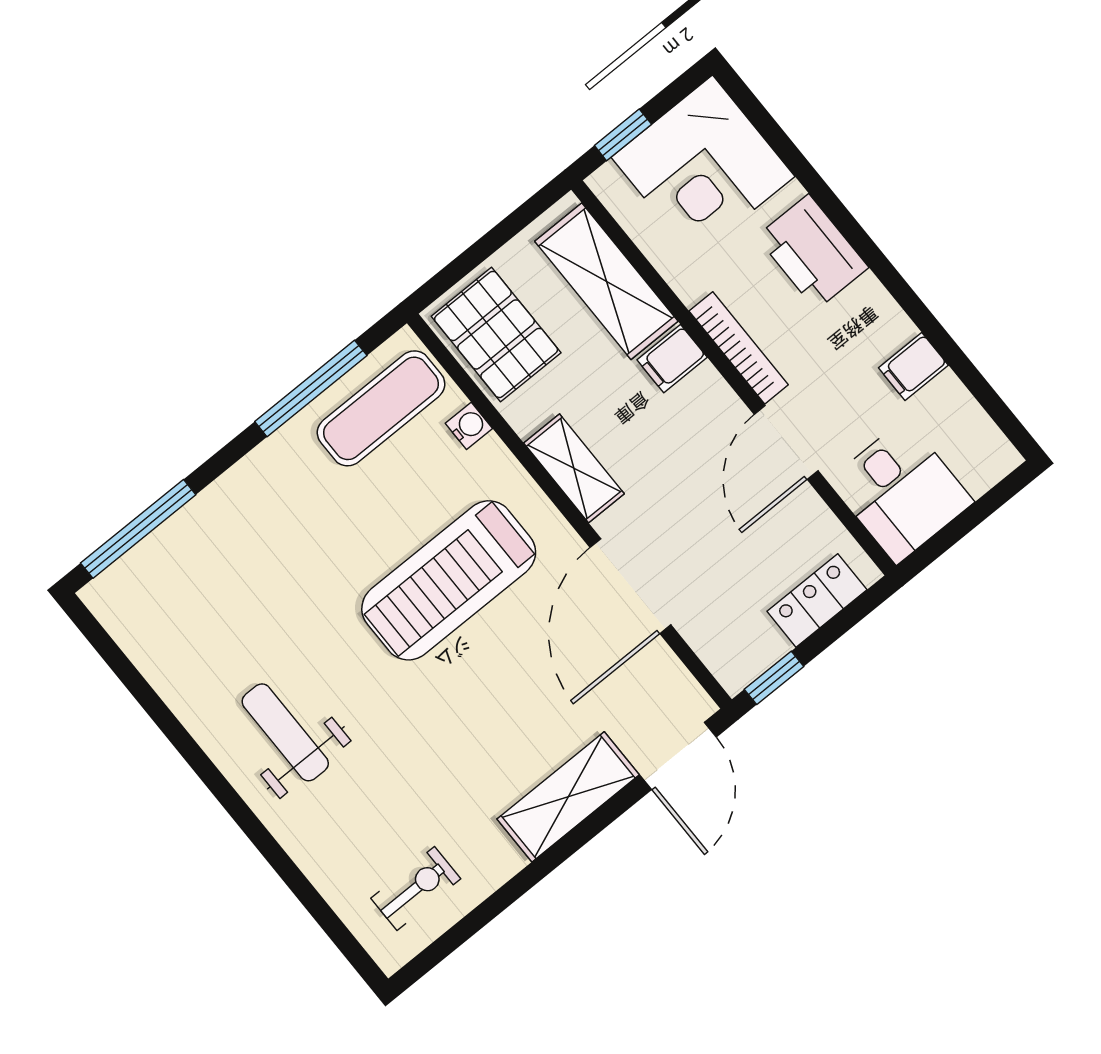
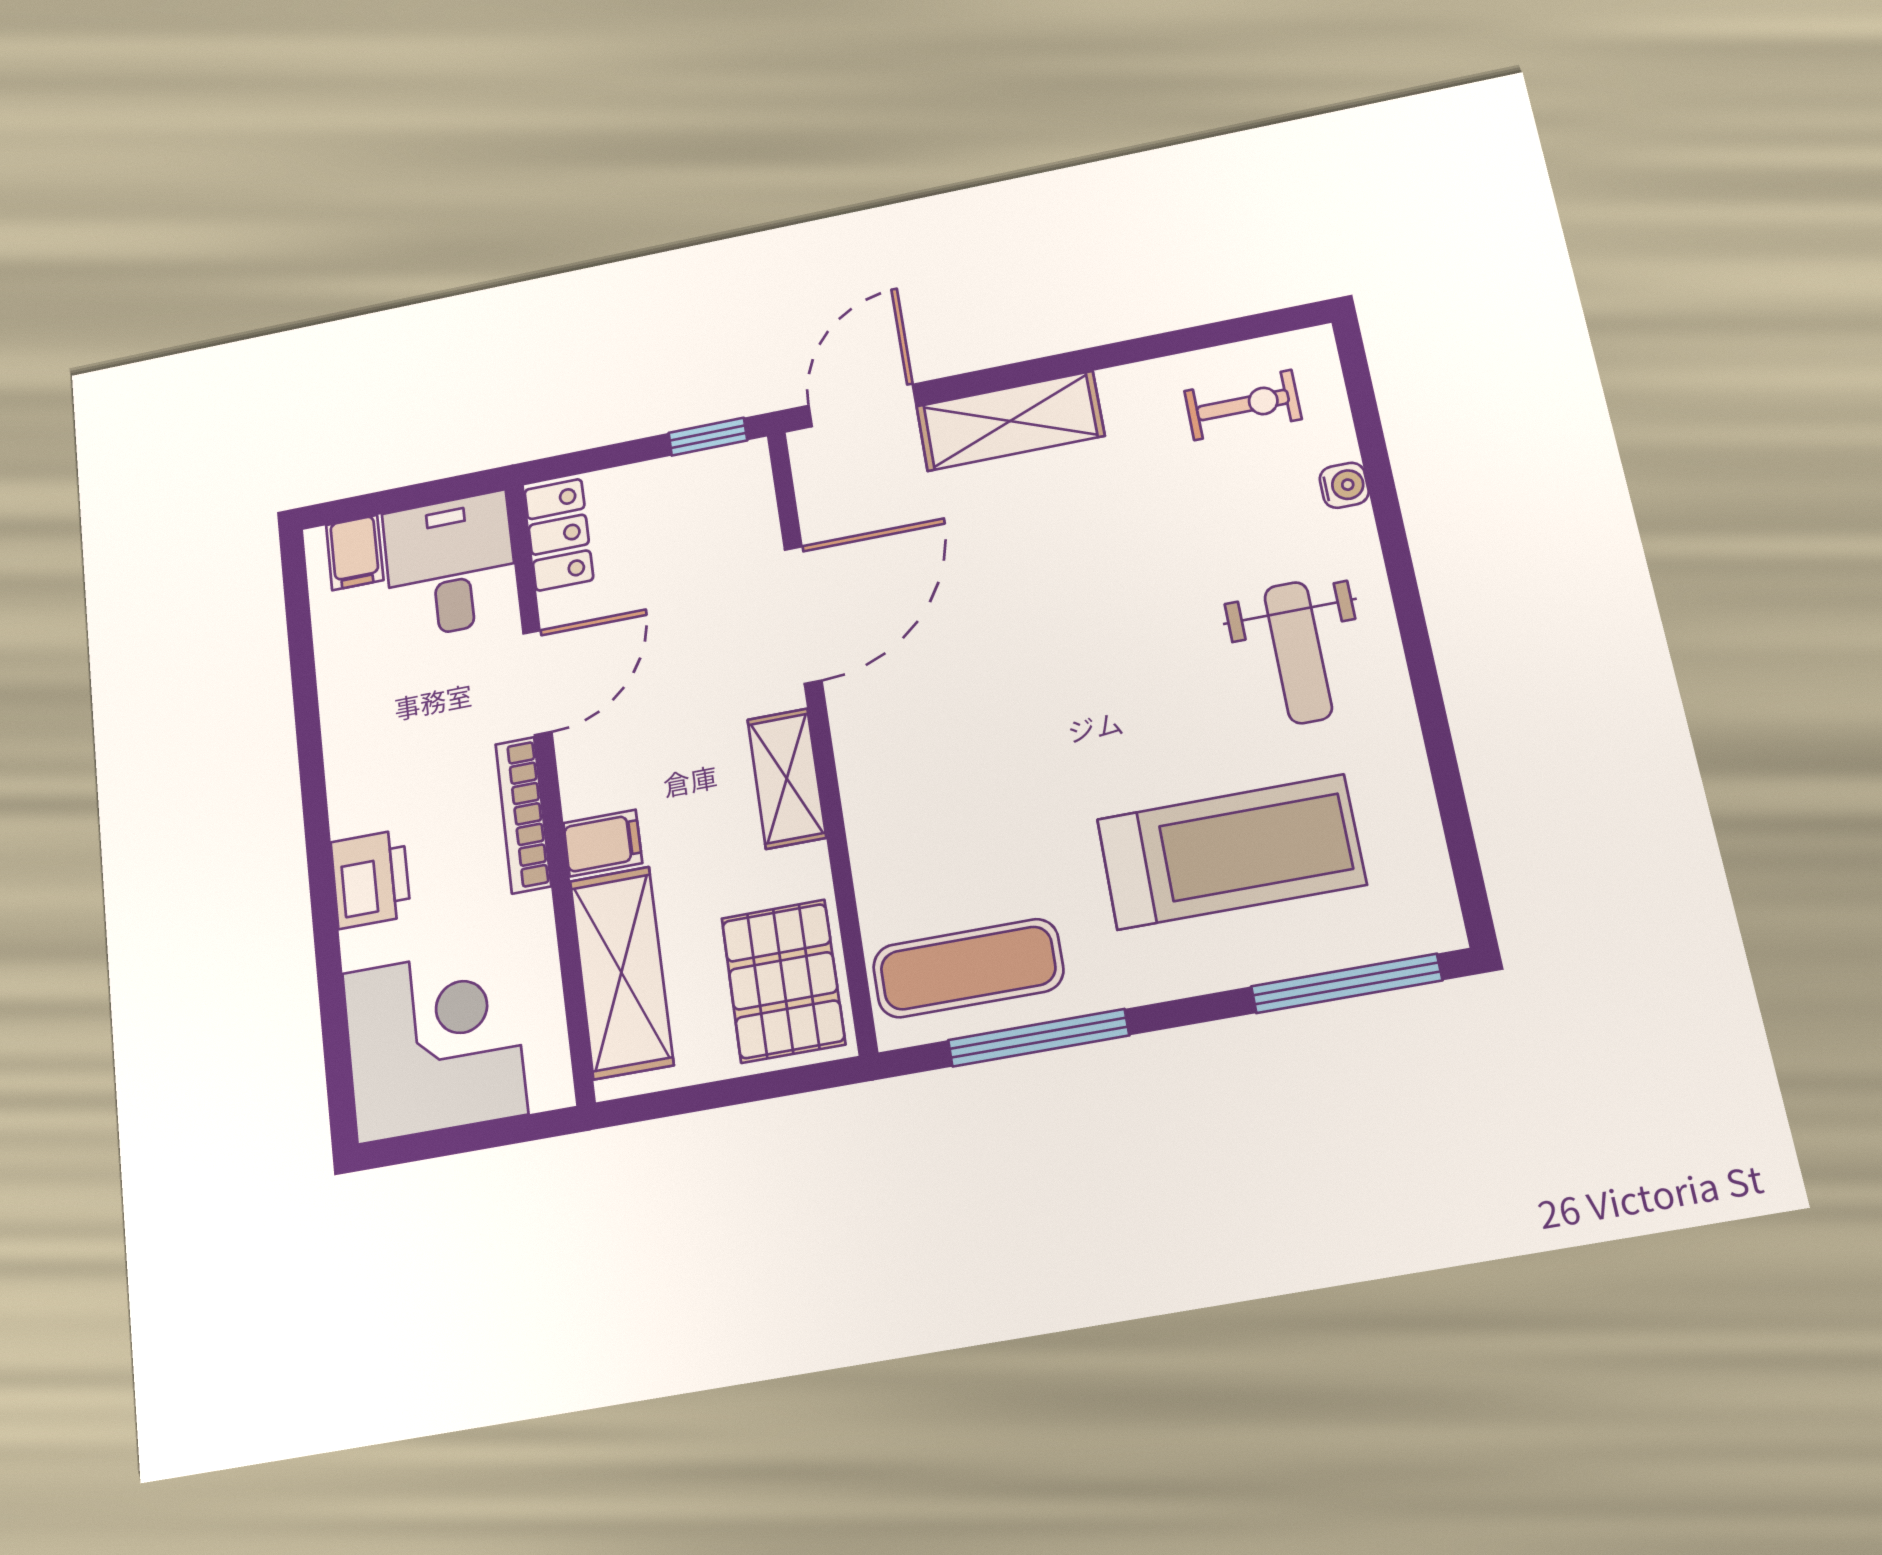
window: (623, 135) -> (499, 1133), removed
printer: (812, 252) -> (371, 879), width x0.73, depth x0.84
filing cabinet: (913, 367) -> (355, 553), moved, turned 90
water cooler: (469, 426) -> (1344, 485), moved, turned 180
treadmill: (449, 580) -> (1231, 852), moved
locker: (817, 601) -> (559, 535), moved, turned -90
exercise bike: (416, 889) -> (1243, 405), turned 180

